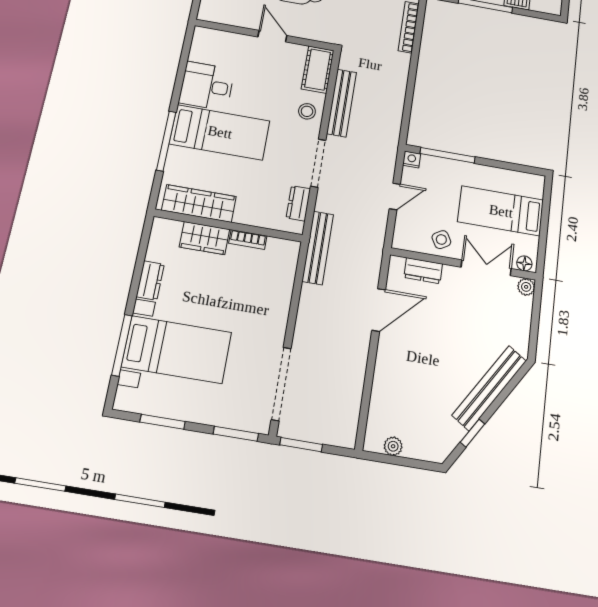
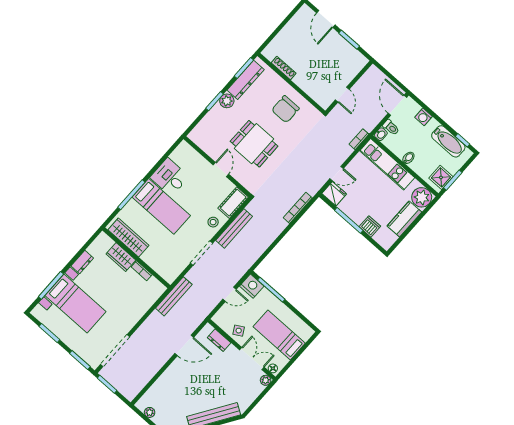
nightstand: (412, 159) -> (252, 286), width x1.89, depth x1.79
dresser: (298, 203) -> (178, 268), removed

